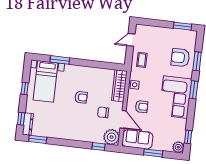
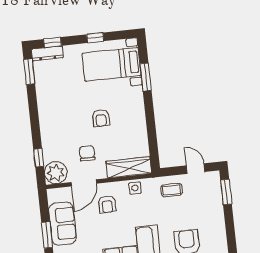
window: (182, 26) -> (226, 192), moved
sofa: (137, 139) -> (62, 224), moved

